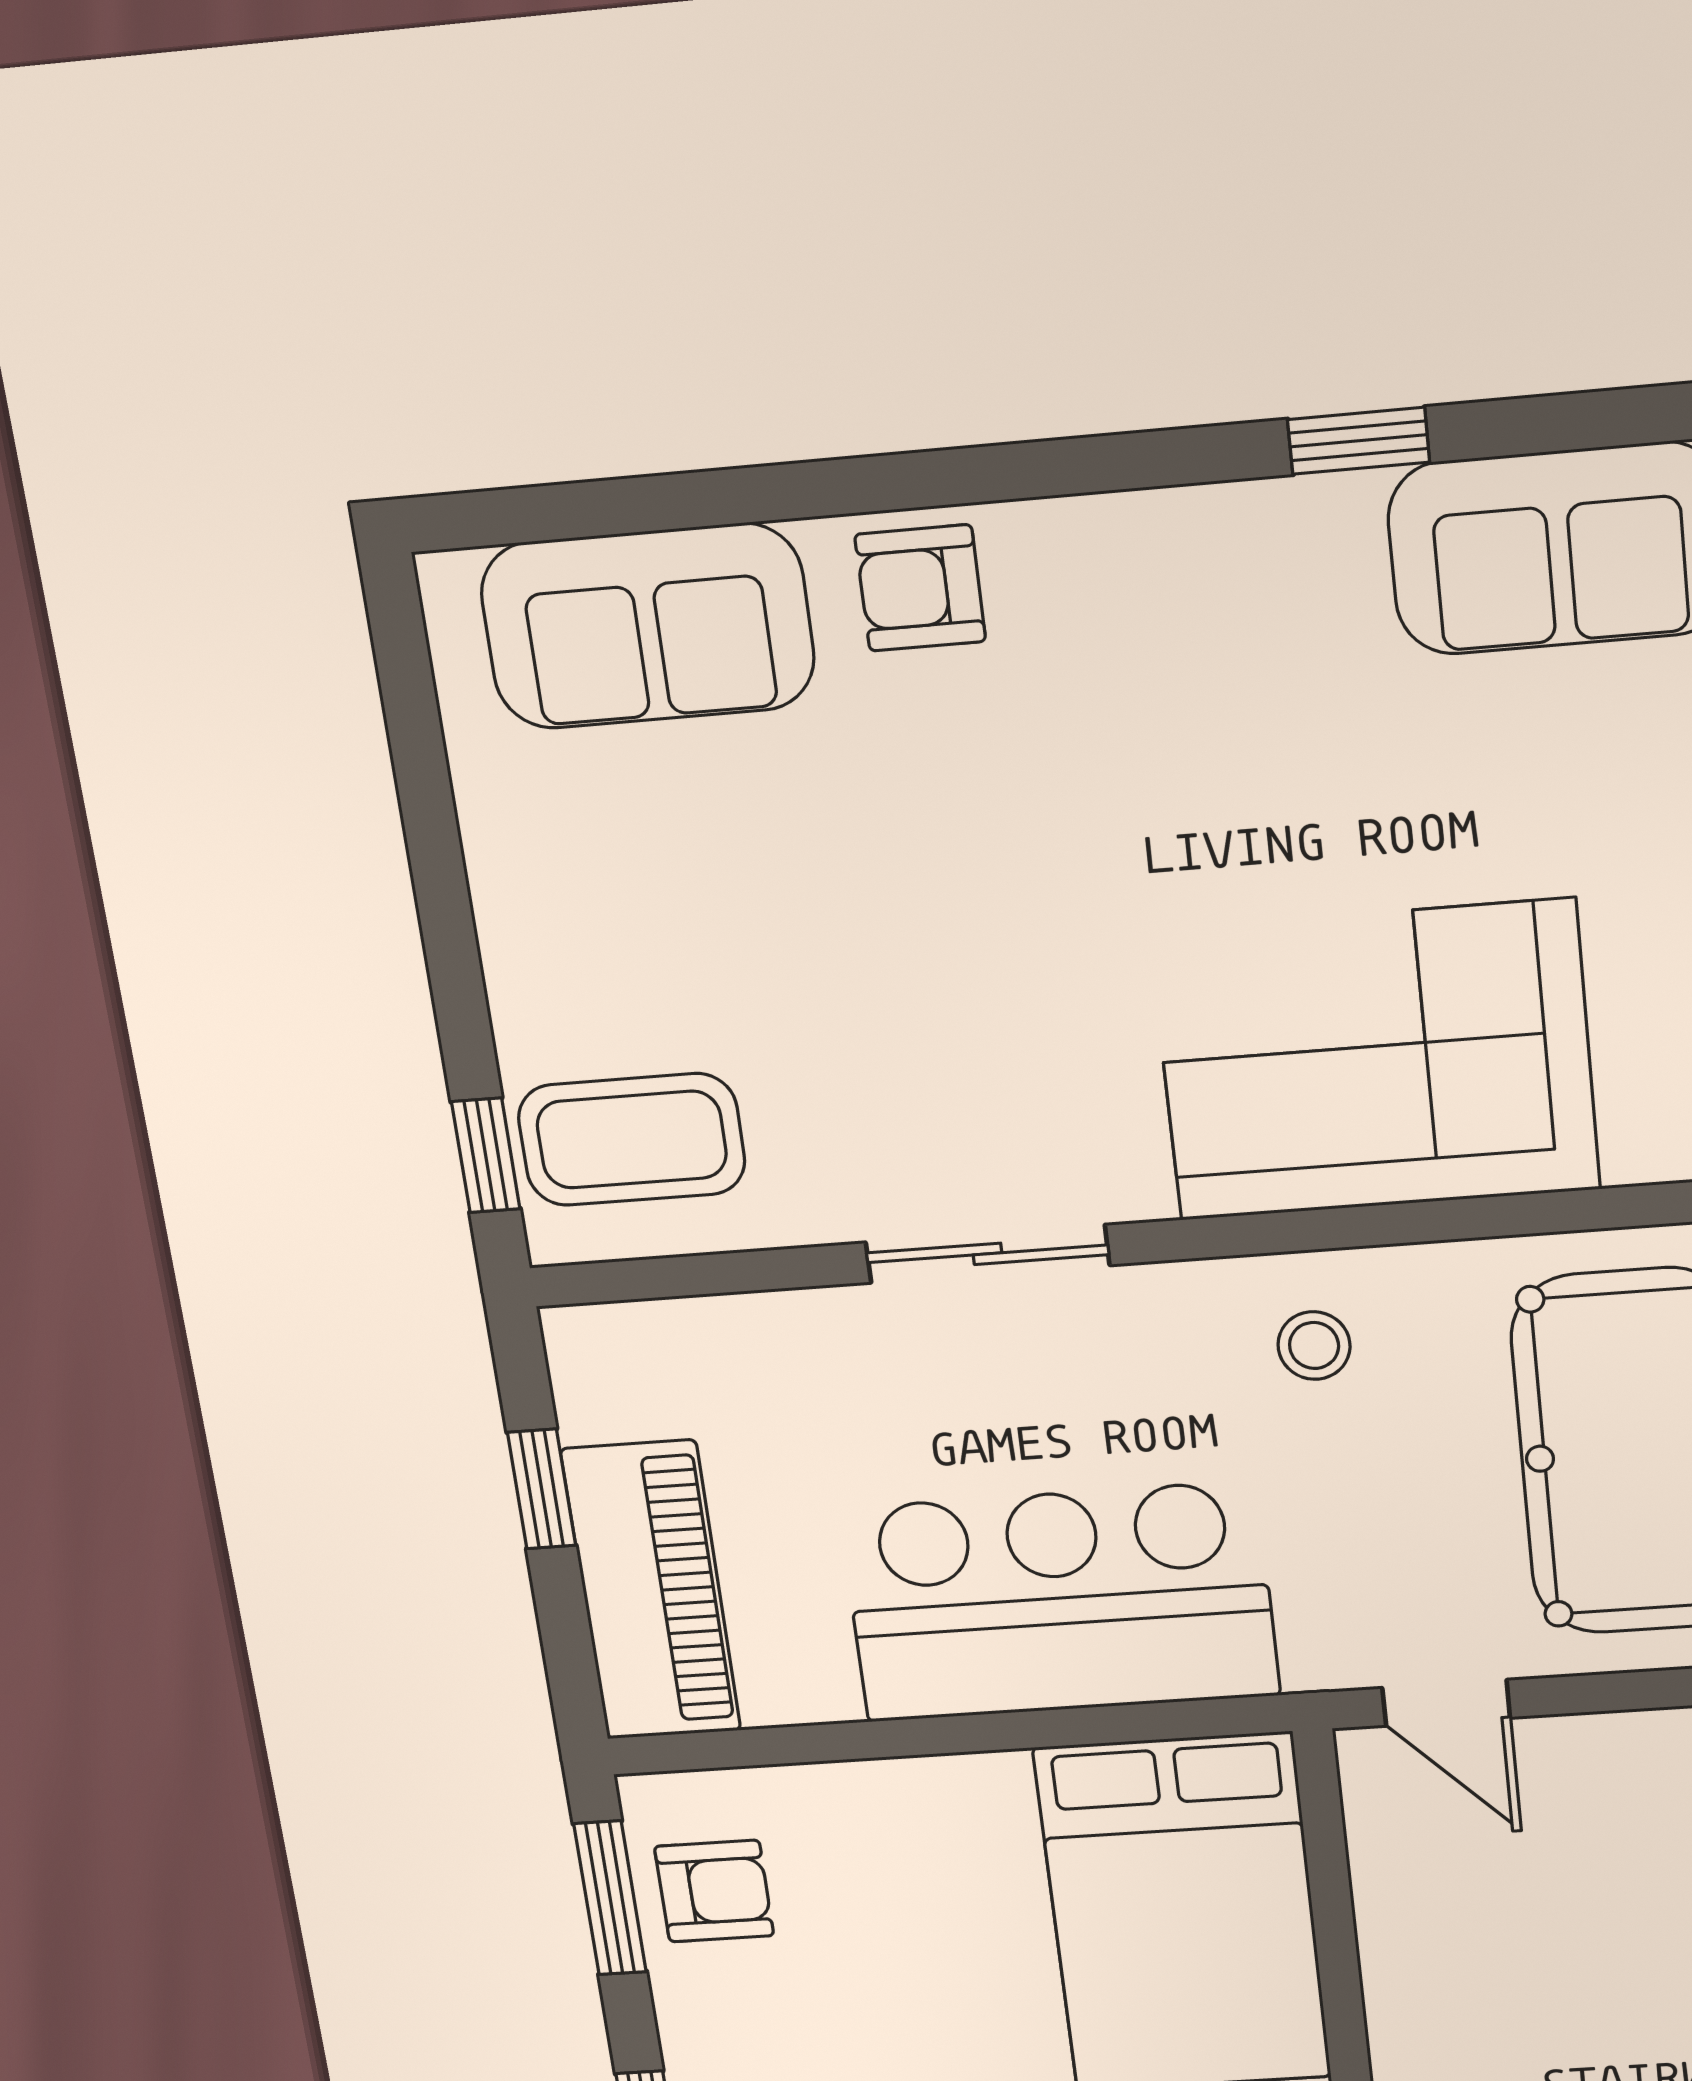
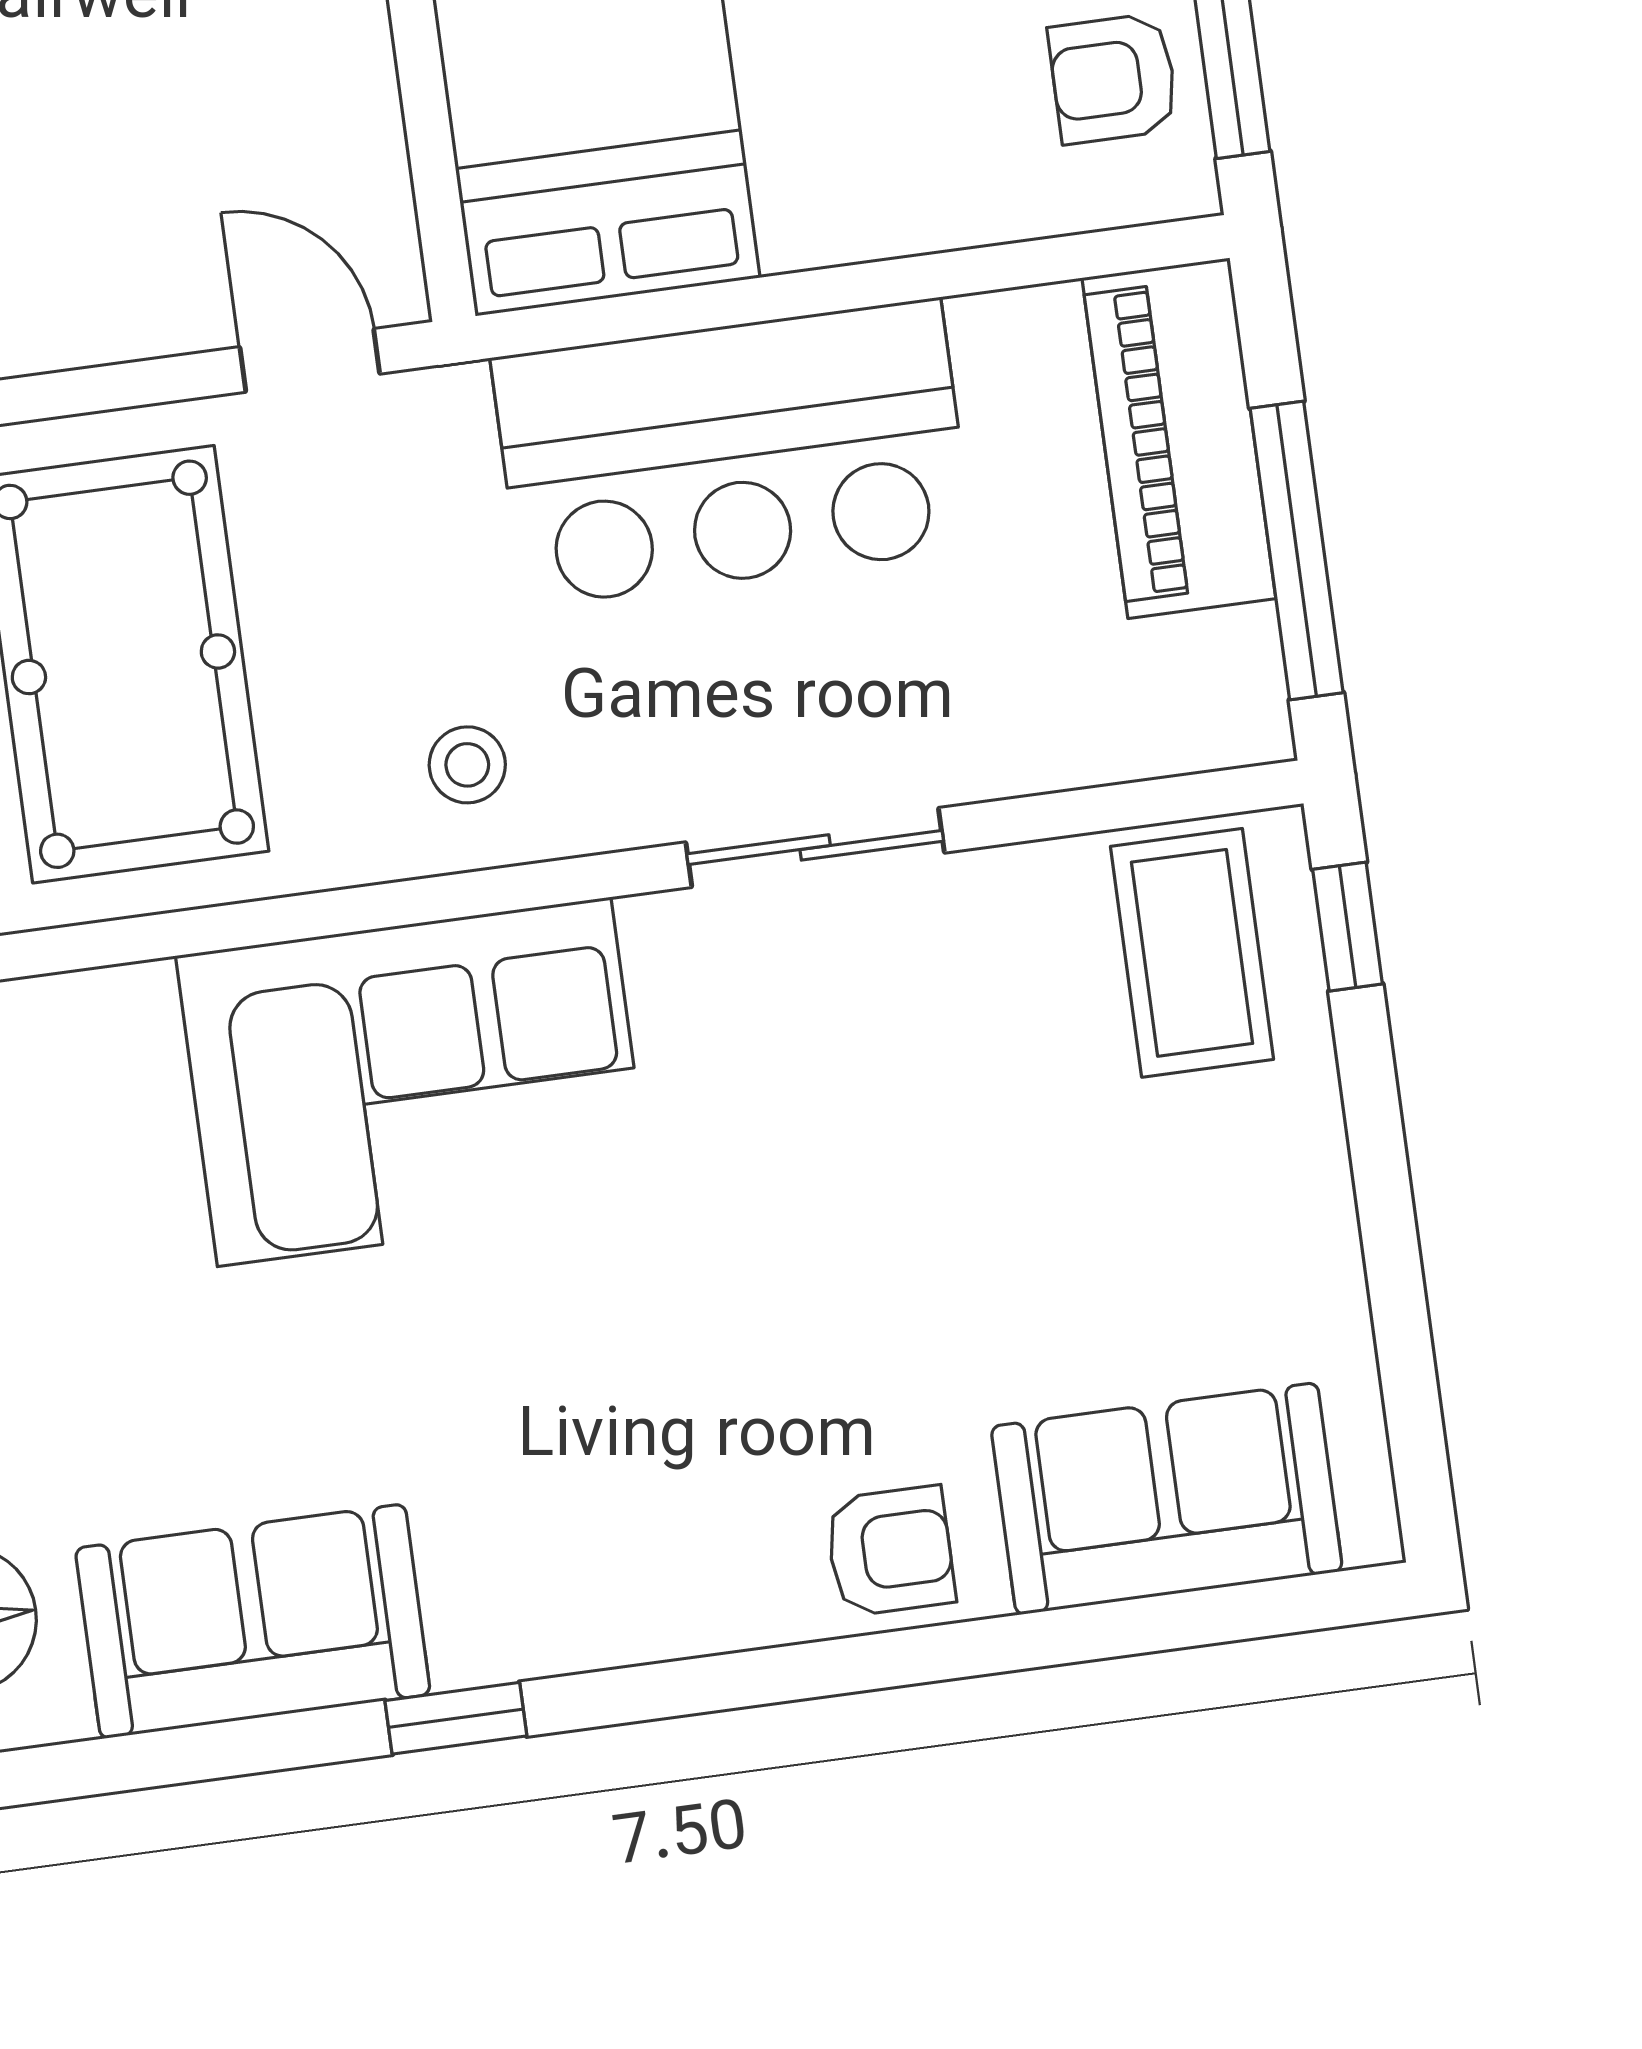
coffee table: (632, 1140) -> (1192, 953), turned 90
window: (542, 1489) -> (1297, 551), width x2.17

